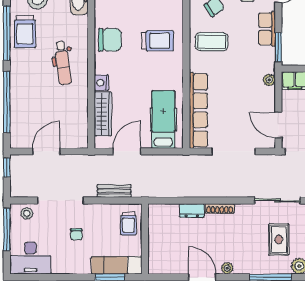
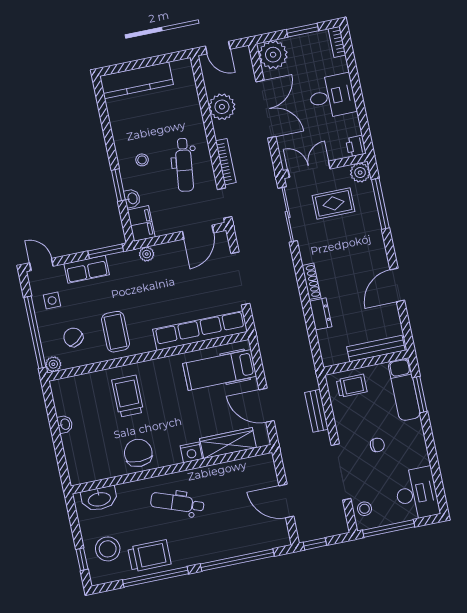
dental chair: (63, 63) -> (177, 503), turned -152
bench: (154, 249) -> (376, 349), added
plant: (227, 268) -> (380, 258), removed

